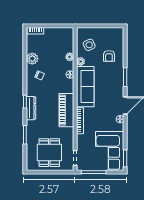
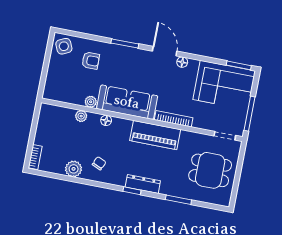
side table: (89, 45) -> (64, 46), moved

